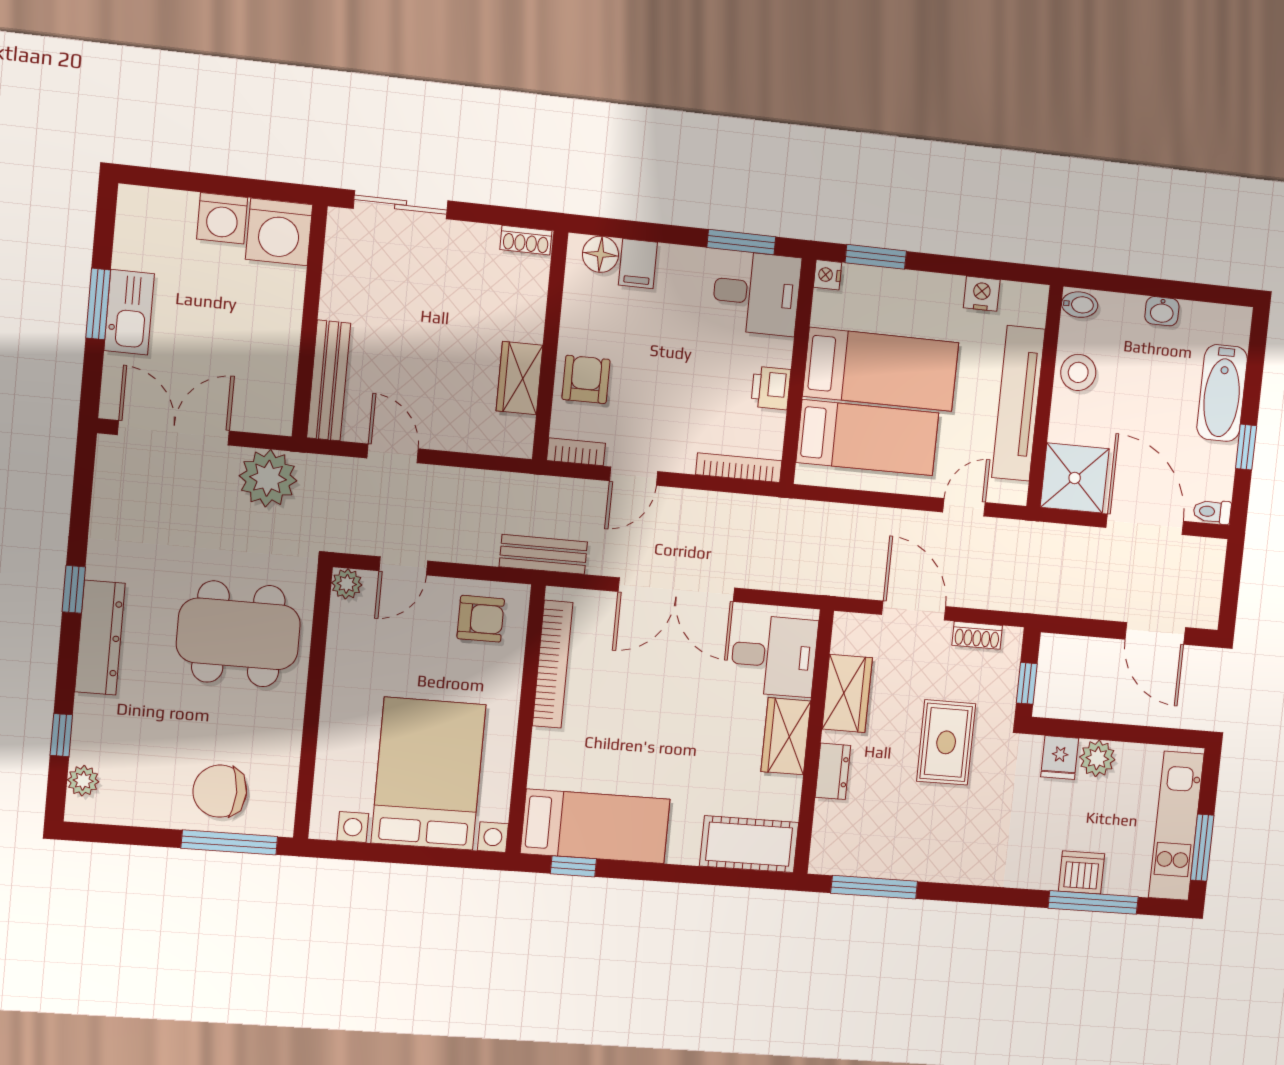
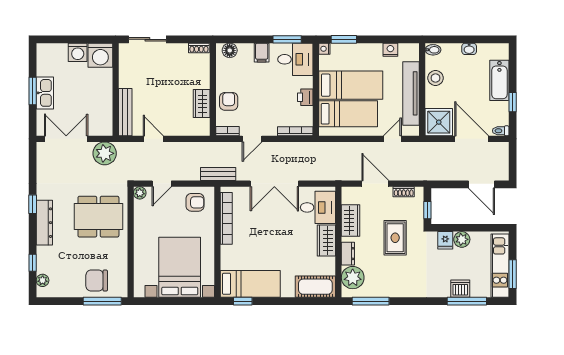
filing cabinet: (638, 264) -> (262, 53), moved
plant: (838, 829) -> (353, 278), added

